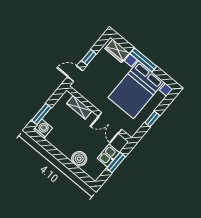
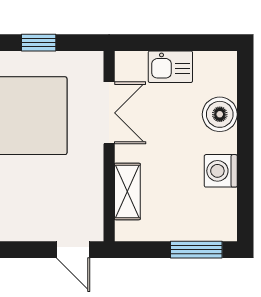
window: (89, 57) -> (23, 250), removed
washing machine: (43, 129) -> (221, 171), moved
window: (116, 162) -> (171, 43), removed

